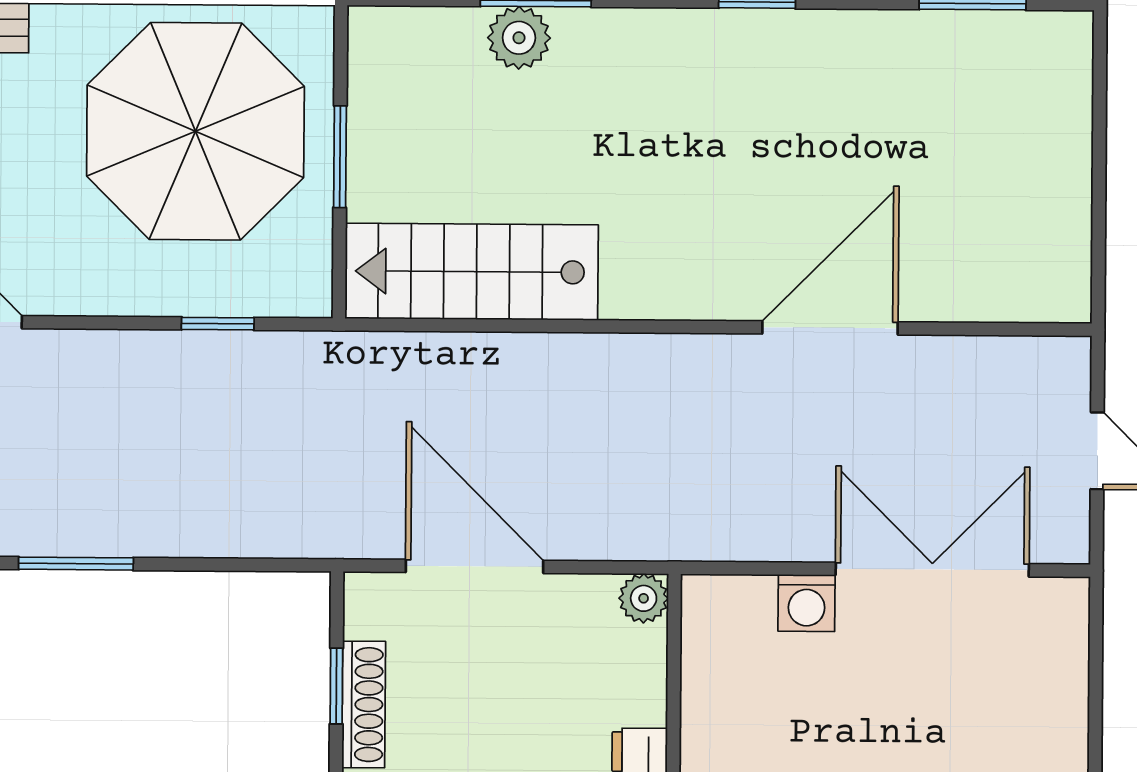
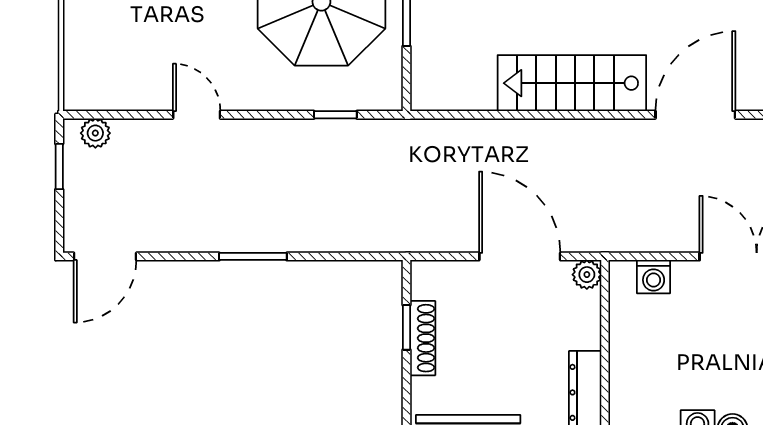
stairs: (472, 272) -> (572, 83), moved
door: (475, 566) -> (520, 256), moved
washing machine: (807, 603) -> (654, 277), moved

